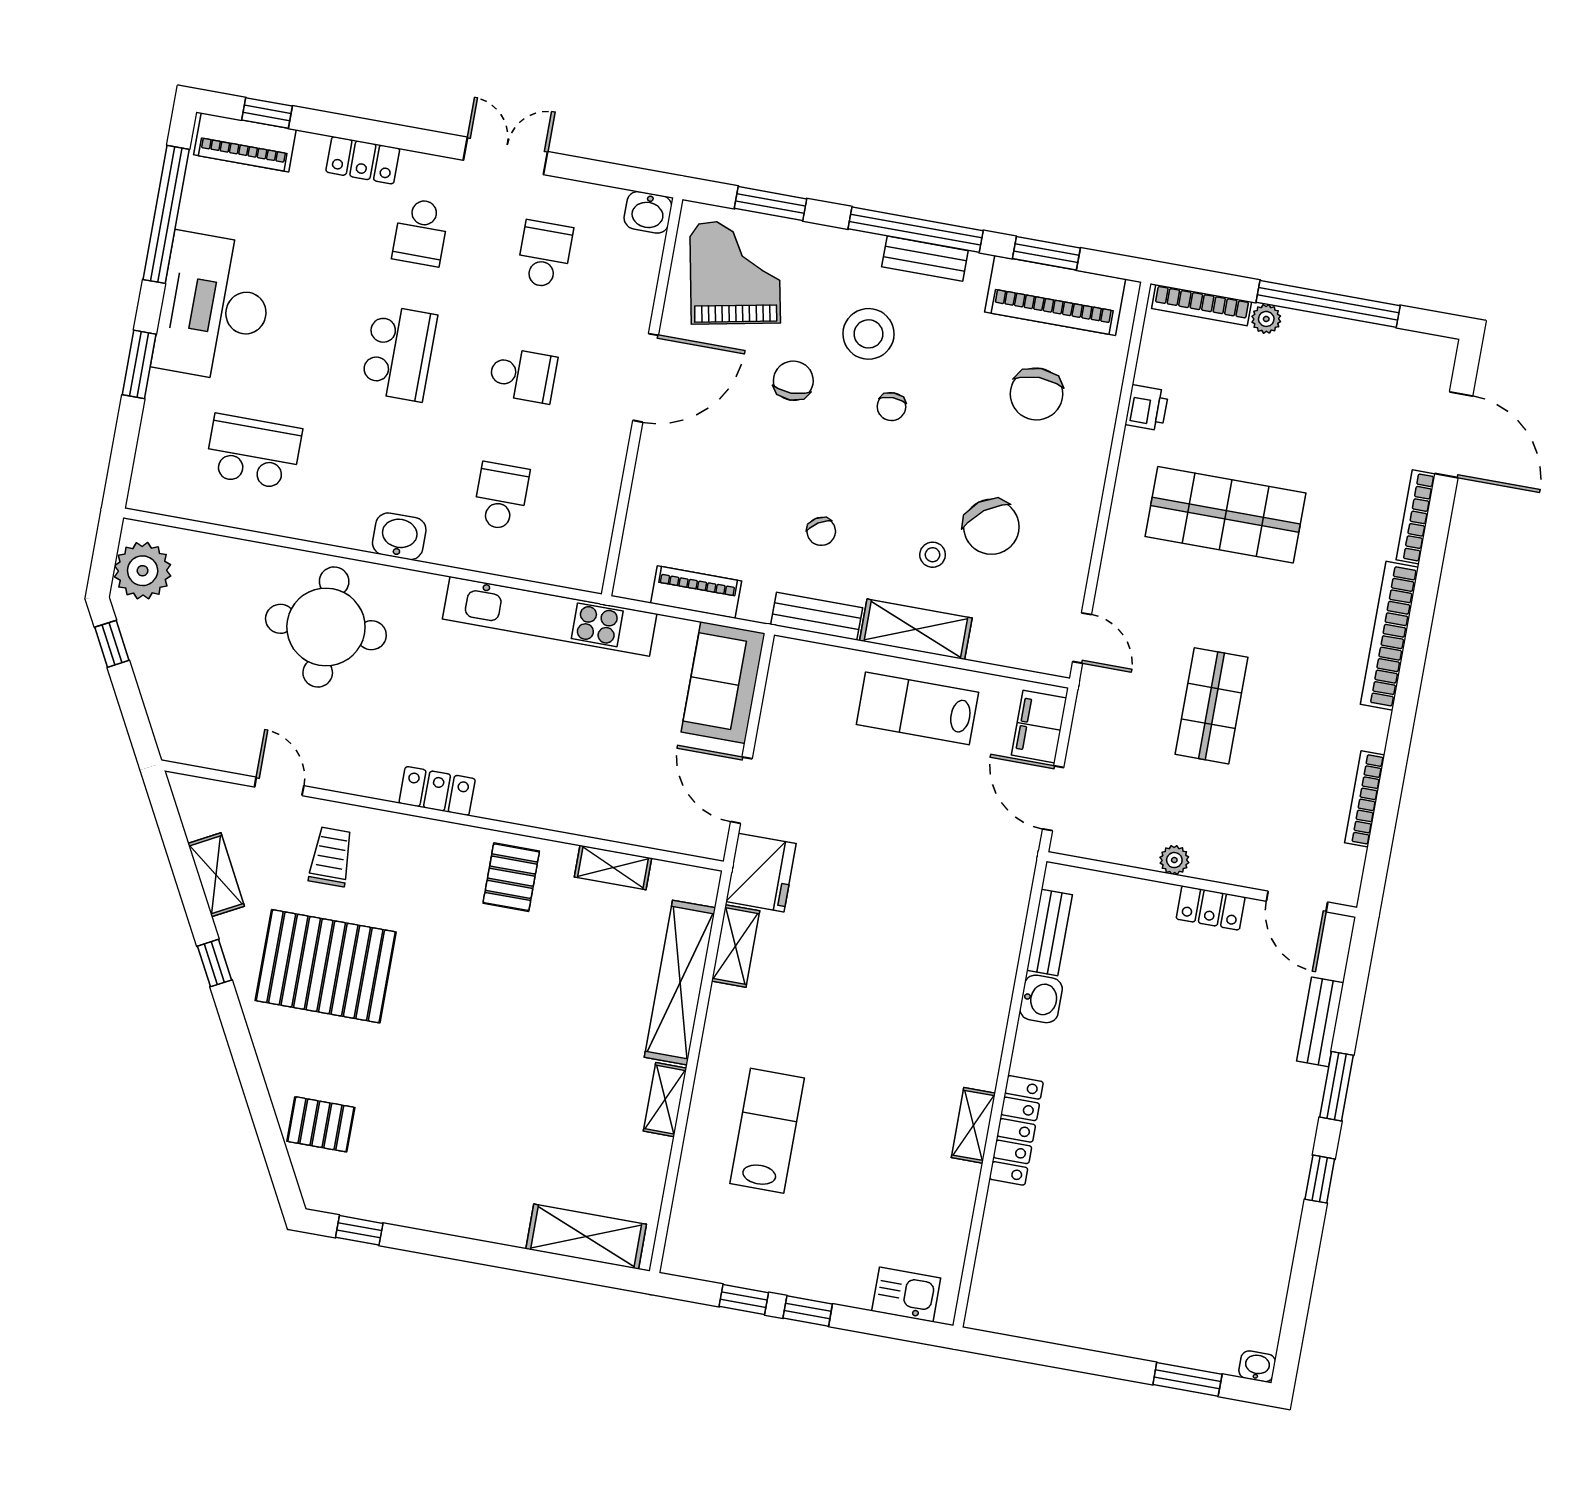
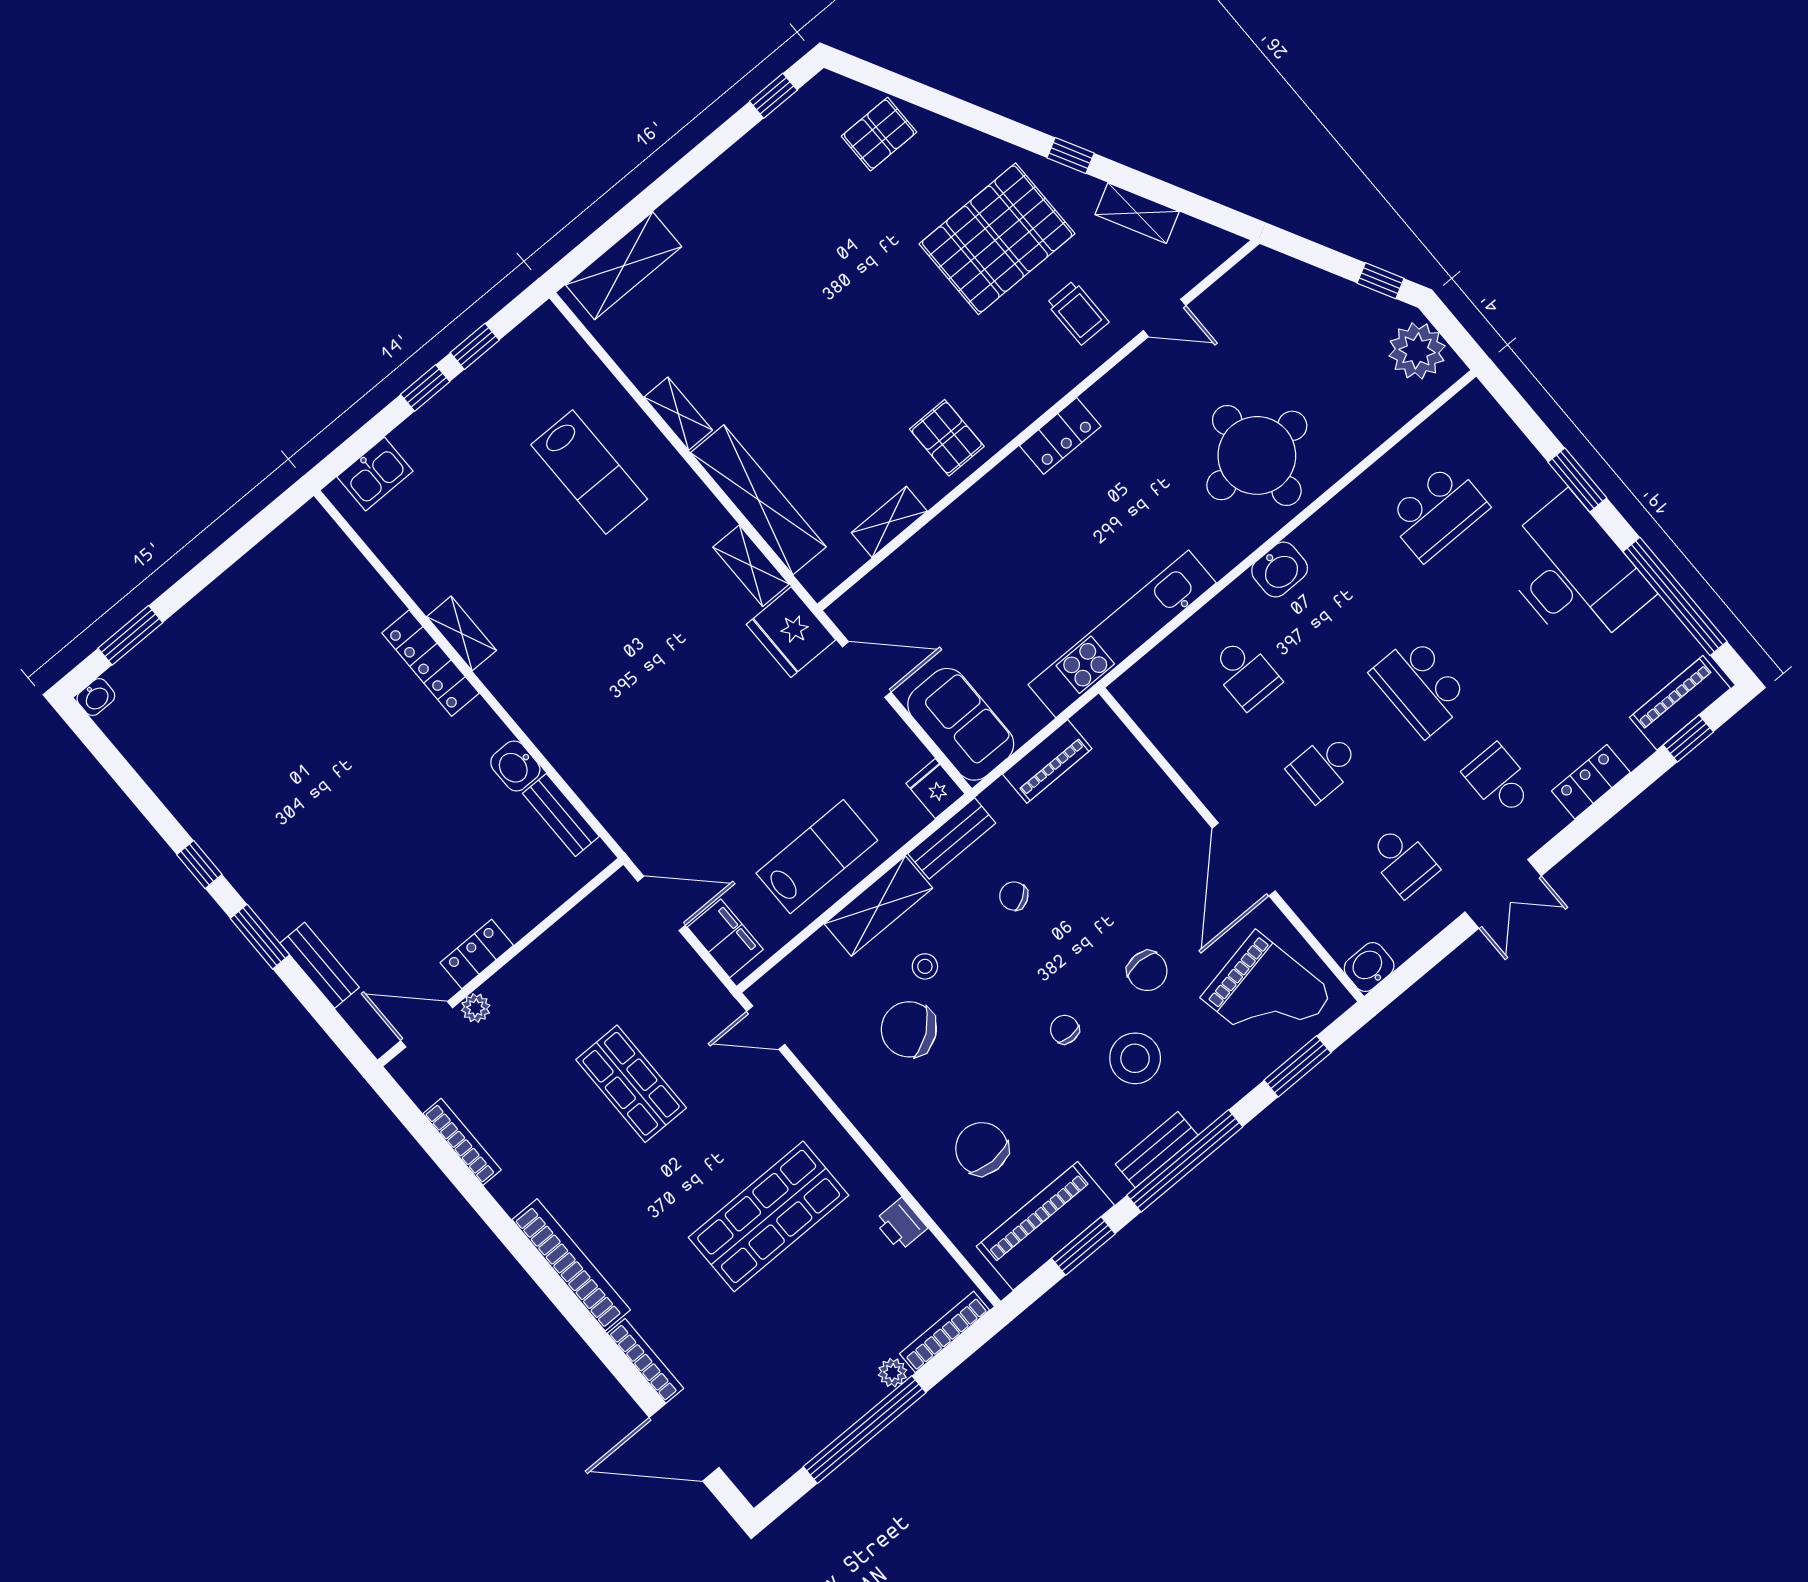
fridge: (789, 661) -> (935, 789), added
plant: (1174, 860) -> (476, 1008), moved

